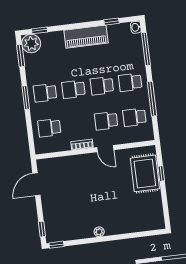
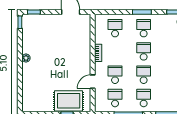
door: (105, 149) -> (93, 82), moved

